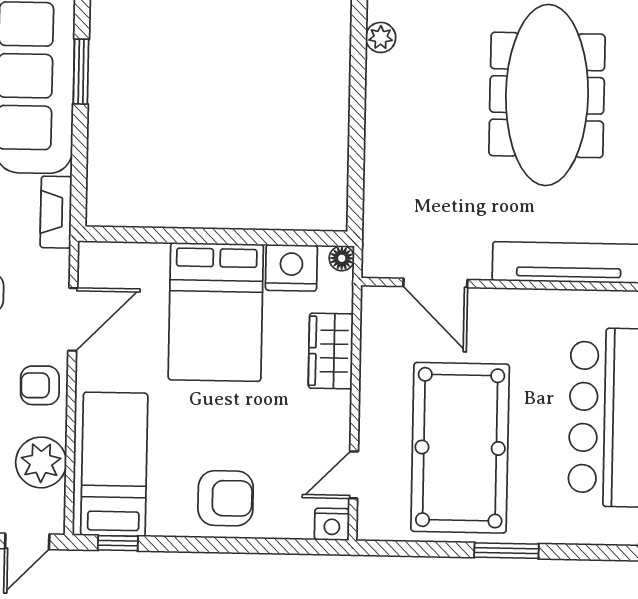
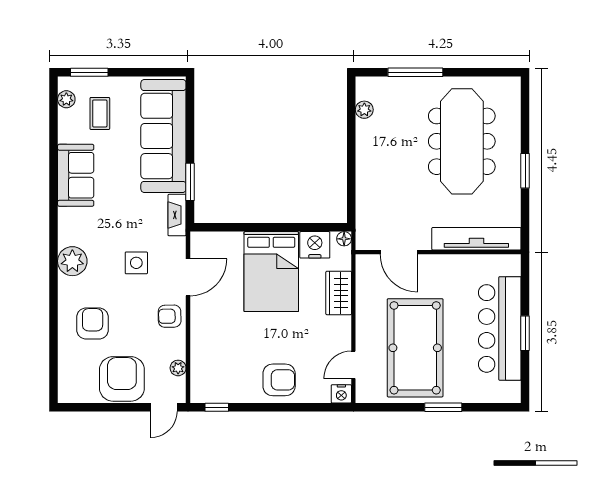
window: (81, 72) -> (190, 182), moved
plant: (41, 462) -> (178, 368), width x0.53, depth x0.53
bed: (114, 464) -> (214, 361), removed

